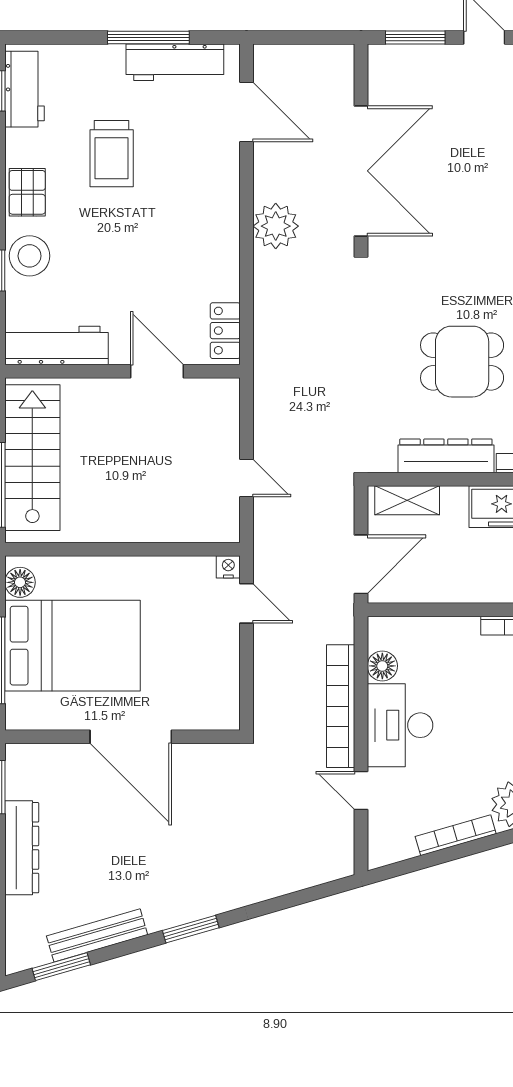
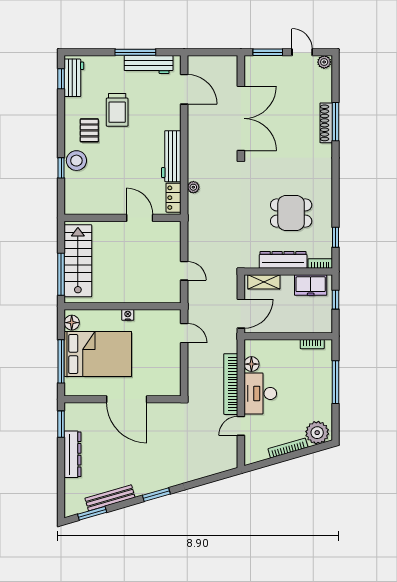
pallet: (27, 192) -> (89, 130), moved
plant: (276, 226) -> (193, 187), moved, width x0.53, depth x0.53
workbench: (56, 346) -> (171, 156), moved, turned -90
nightstand: (228, 567) -> (128, 315), moved
door: (361, 790) -> (241, 426), hinge flipped

